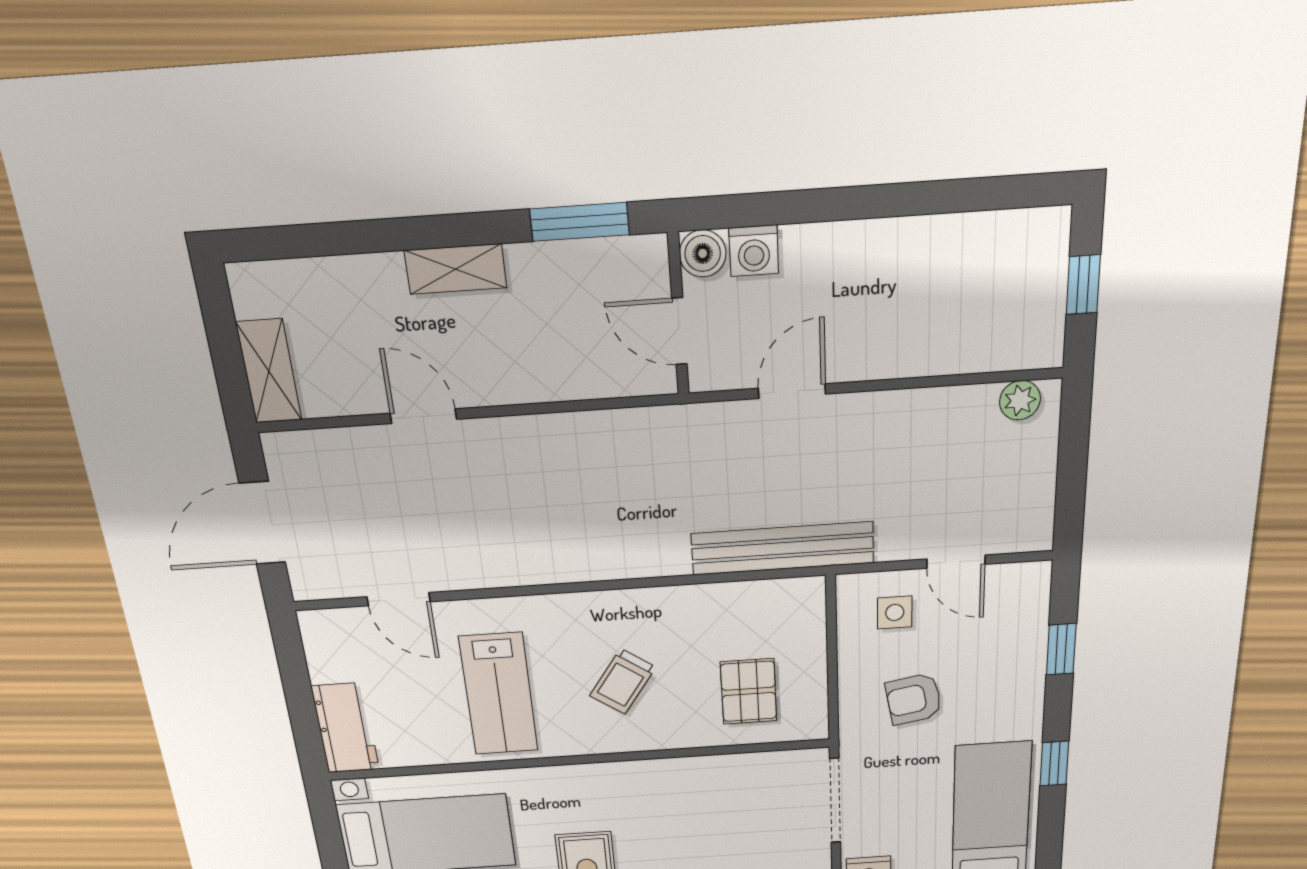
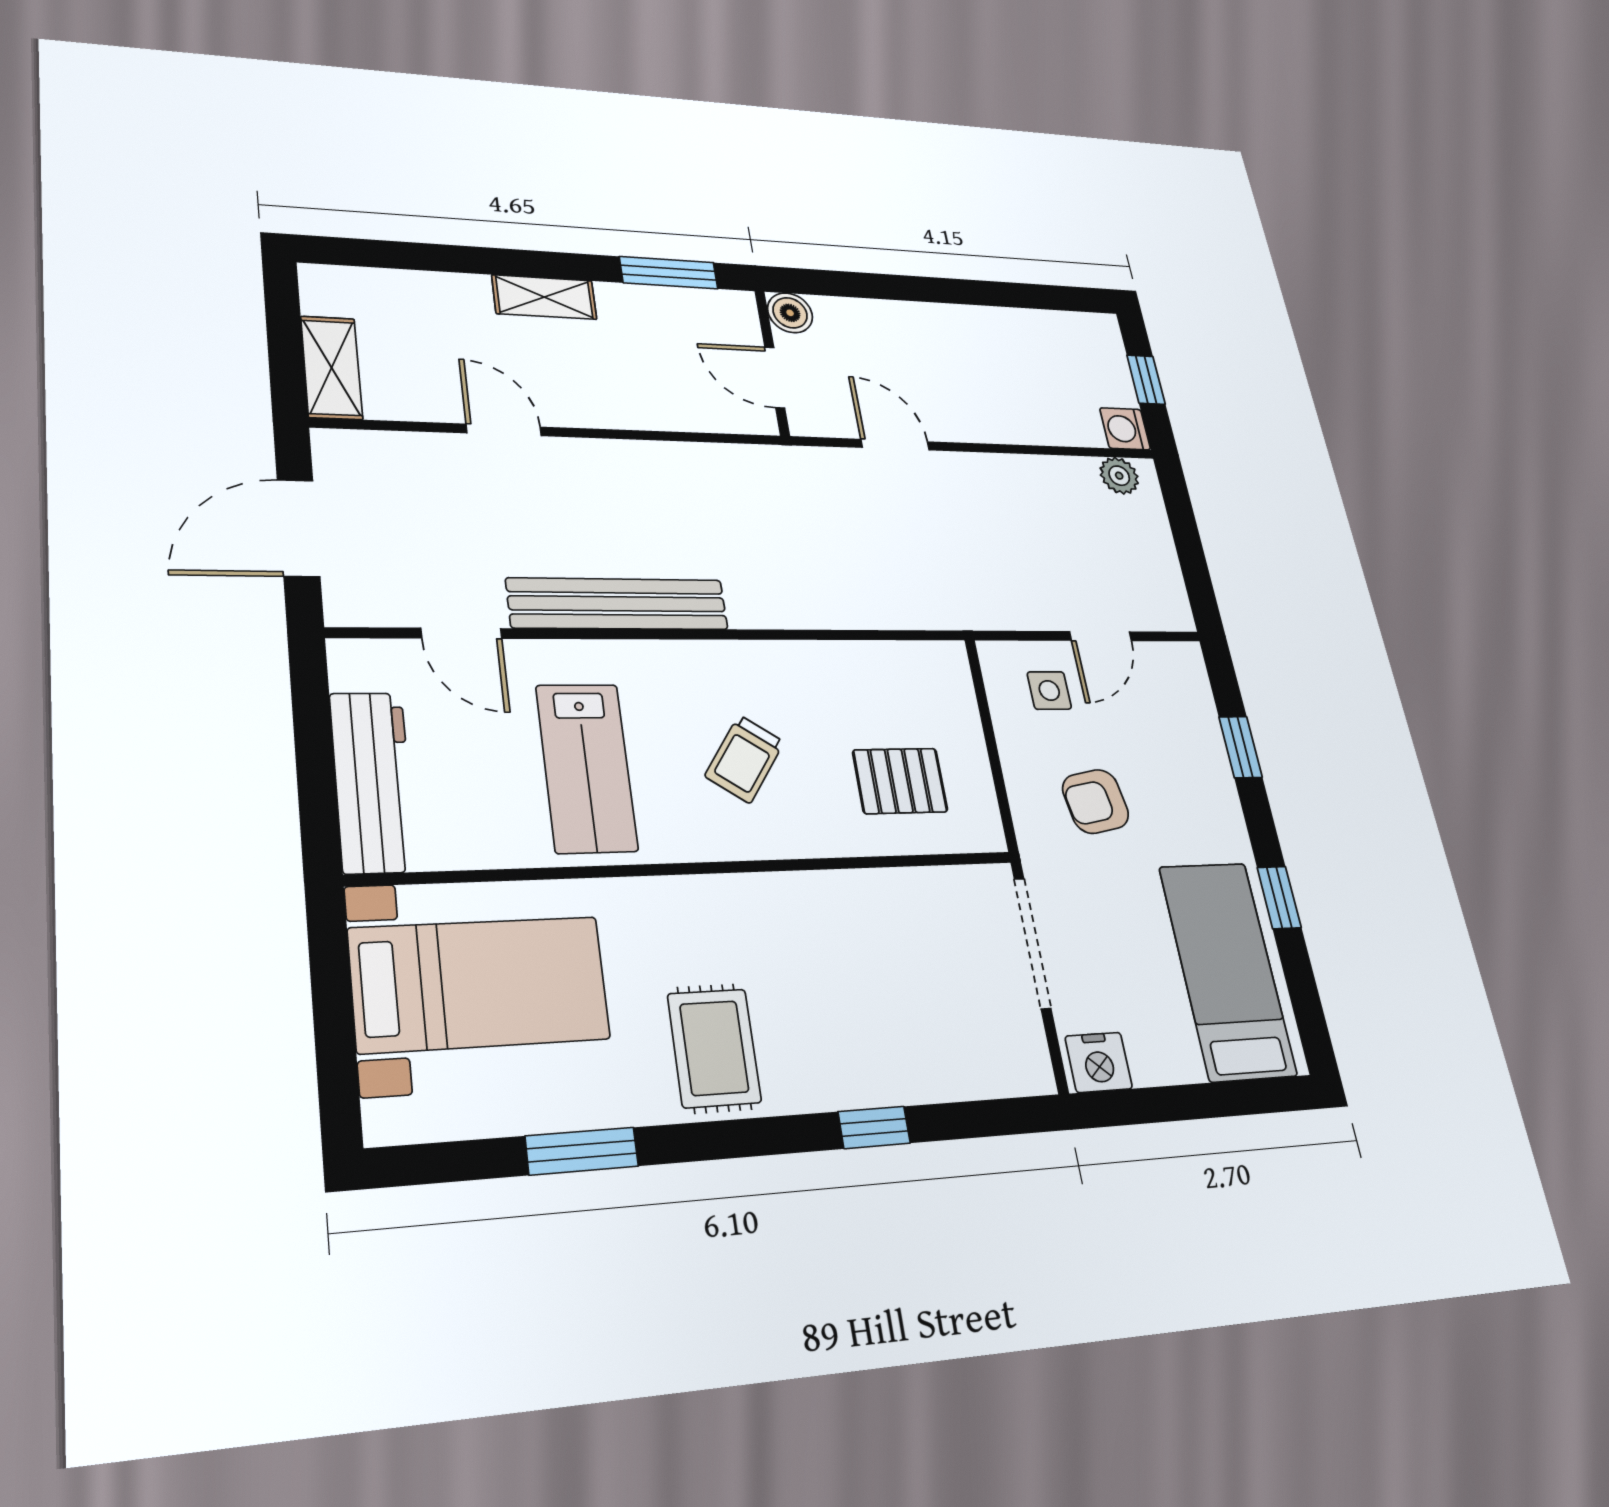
washing machine: (754, 251) -> (1125, 429), moved, turned 90
door: (792, 391) -> (895, 445), hinge flipped
bench: (783, 548) -> (618, 604), moved
door: (956, 562) -> (1101, 636), hinge flipped
pallet: (749, 691) -> (900, 781), turned 90
workbench: (345, 728) -> (373, 782), width x1.38

